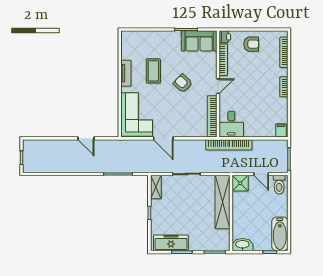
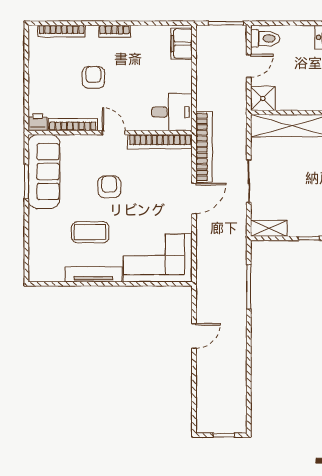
sofa: (199, 41) -> (44, 172), width x1.36
armchair: (251, 44) -> (93, 77), moved
tv unit: (126, 73) -> (94, 274), width x1.41
armchair: (183, 83) -> (109, 187), turned 137
filing cabinet: (281, 130) -> (182, 44), width x2.00
door: (163, 138) -> (194, 199), moved
bookcase: (229, 145) -> (204, 147), moved

